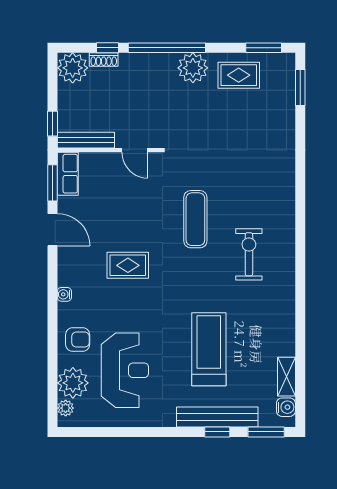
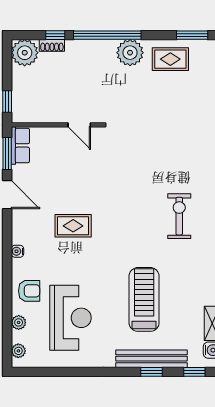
bench: (86, 140) -> (36, 116), removed
exercise mat: (195, 219) -> (132, 185), removed
plant: (73, 383) -> (19, 322), width x0.53, depth x0.53
window: (266, 432) -> (194, 372), width x0.67

